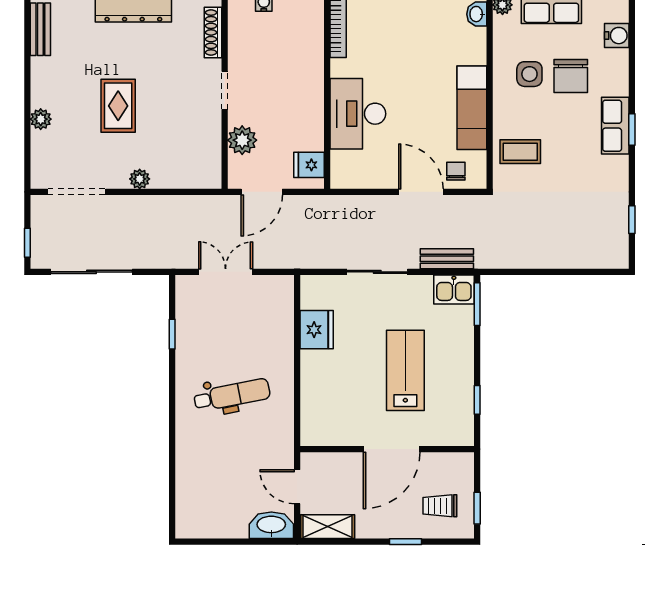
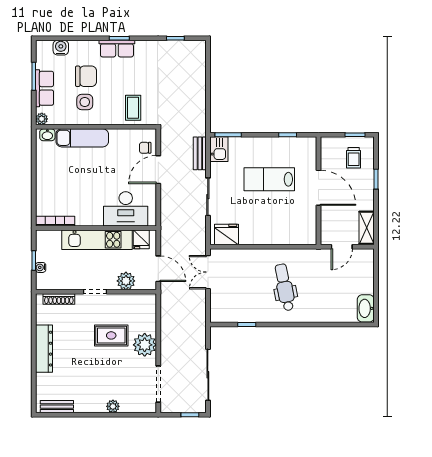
kitchen unit: (308, 94) -> (97, 240), added
rug: (118, 106) -> (111, 335), moved
exam couch: (472, 108) -> (82, 138), moved
desk: (358, 114) -> (126, 209), moved
plant: (140, 179) -> (145, 345), width x1.88, depth x1.88
double door: (226, 272) -> (208, 272), moved
fridge: (317, 330) -> (227, 235), moved
washbasin: (271, 525) -> (366, 308), moved

